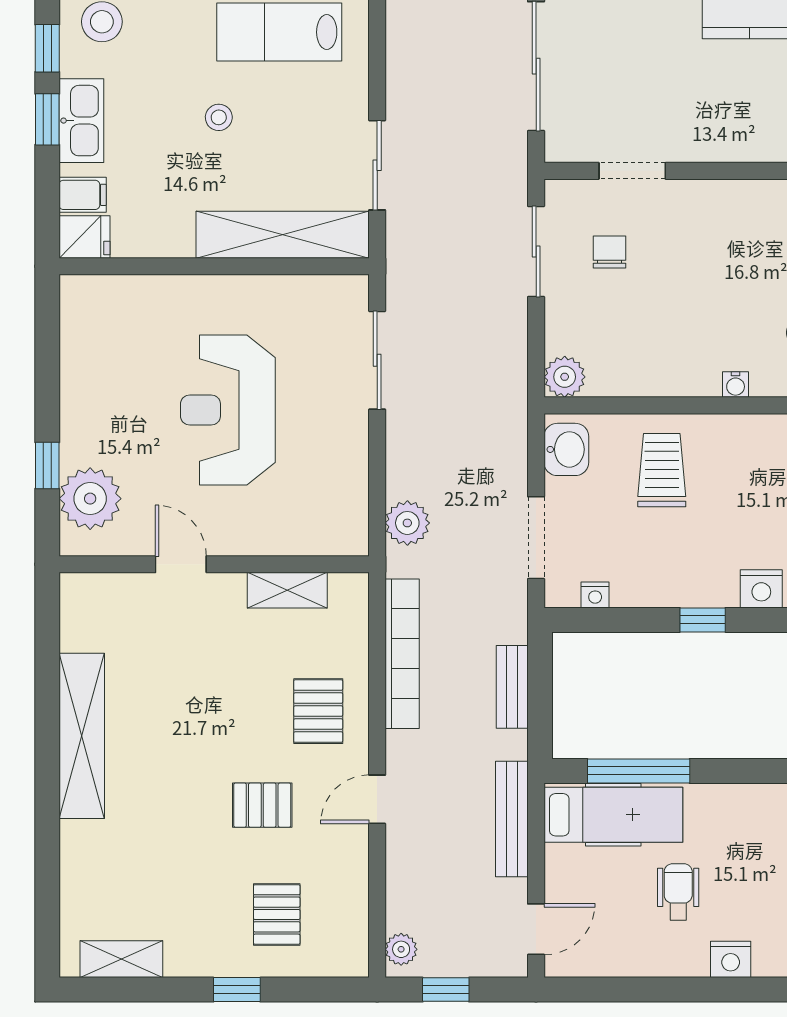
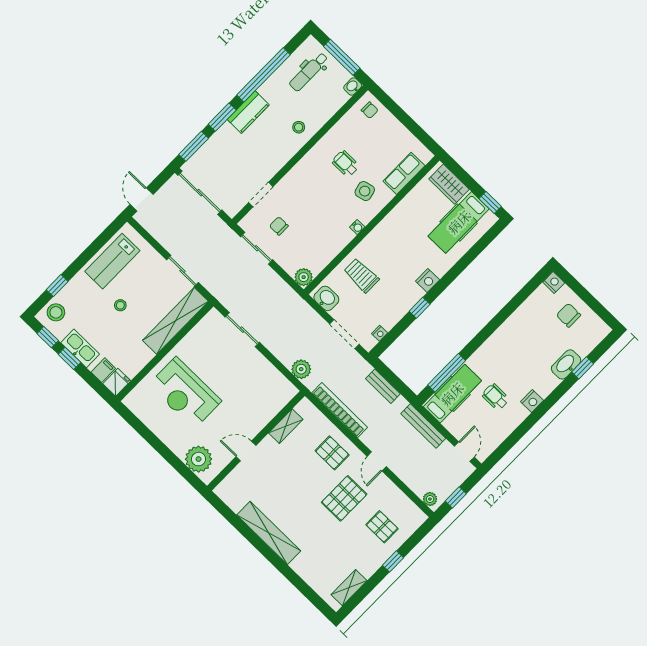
reception desk: (228, 410) -> (185, 393), moved
window: (47, 466) -> (176, 462), removed
pallet: (262, 805) -> (344, 498), width x1.50, depth x1.42

